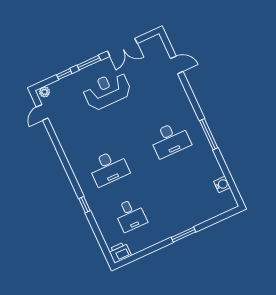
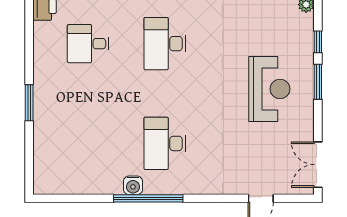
double door: (122, 47) -> (318, 165), moved
window: (209, 134) -> (148, 198), width x1.46
water cooler: (222, 184) -> (133, 185), moved

